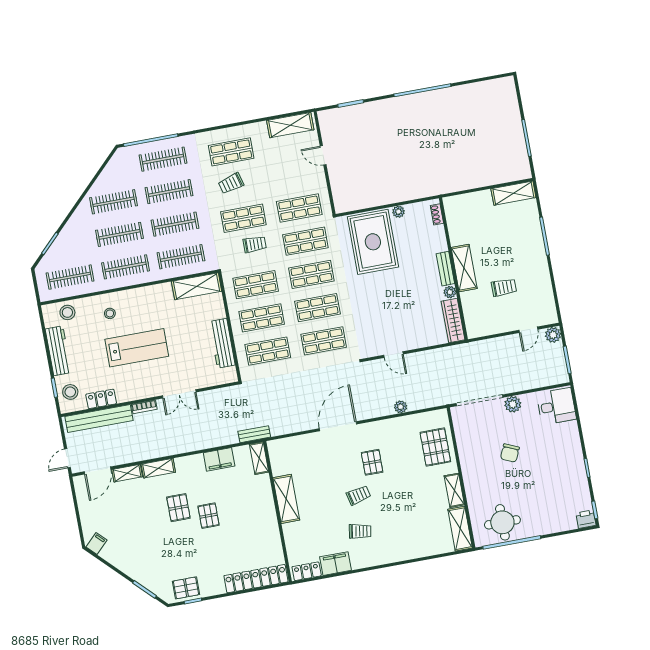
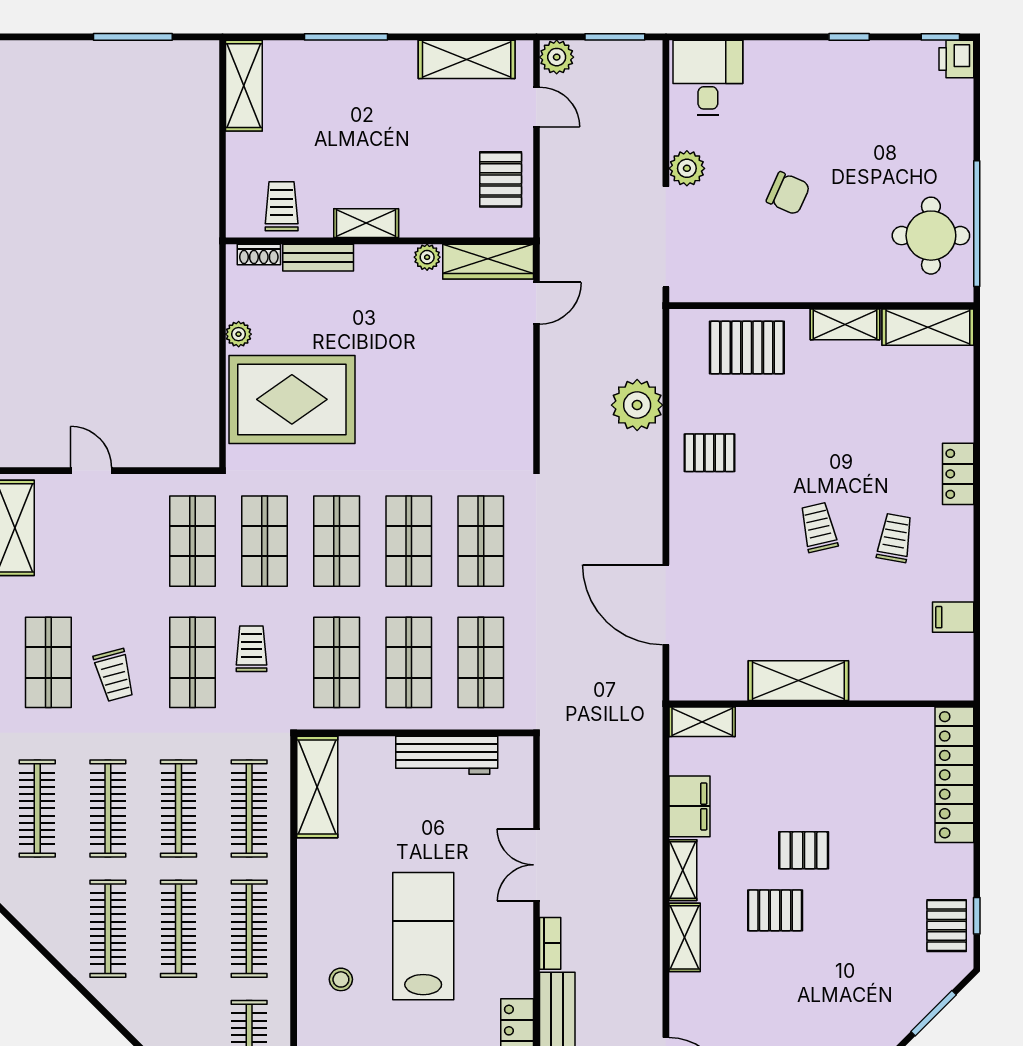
door: (323, 155) -> (91, 471), swing flipped
shelving: (464, 268) -> (366, 223), width x0.67, depth x0.75
bench: (445, 269) -> (318, 258), moved
trolley: (504, 287) -> (282, 206), moved
shelving: (544, 294) -> (467, 59), added
pallet: (492, 319) -> (501, 179), added
door: (393, 355) -> (536, 303), moved
double door: (179, 394) -> (536, 865), swing flipped
plant: (401, 407) -> (637, 405), width x1.87, depth x1.87
door: (338, 426) -> (666, 605), moved
bench: (254, 434) -> (650, 723), removed
pallet: (372, 462) -> (709, 453), moved
shelving: (127, 473) -> (683, 870), moved
filing cabinet: (336, 564) -> (953, 617), width x0.50
locker: (307, 571) -> (958, 474), moved

